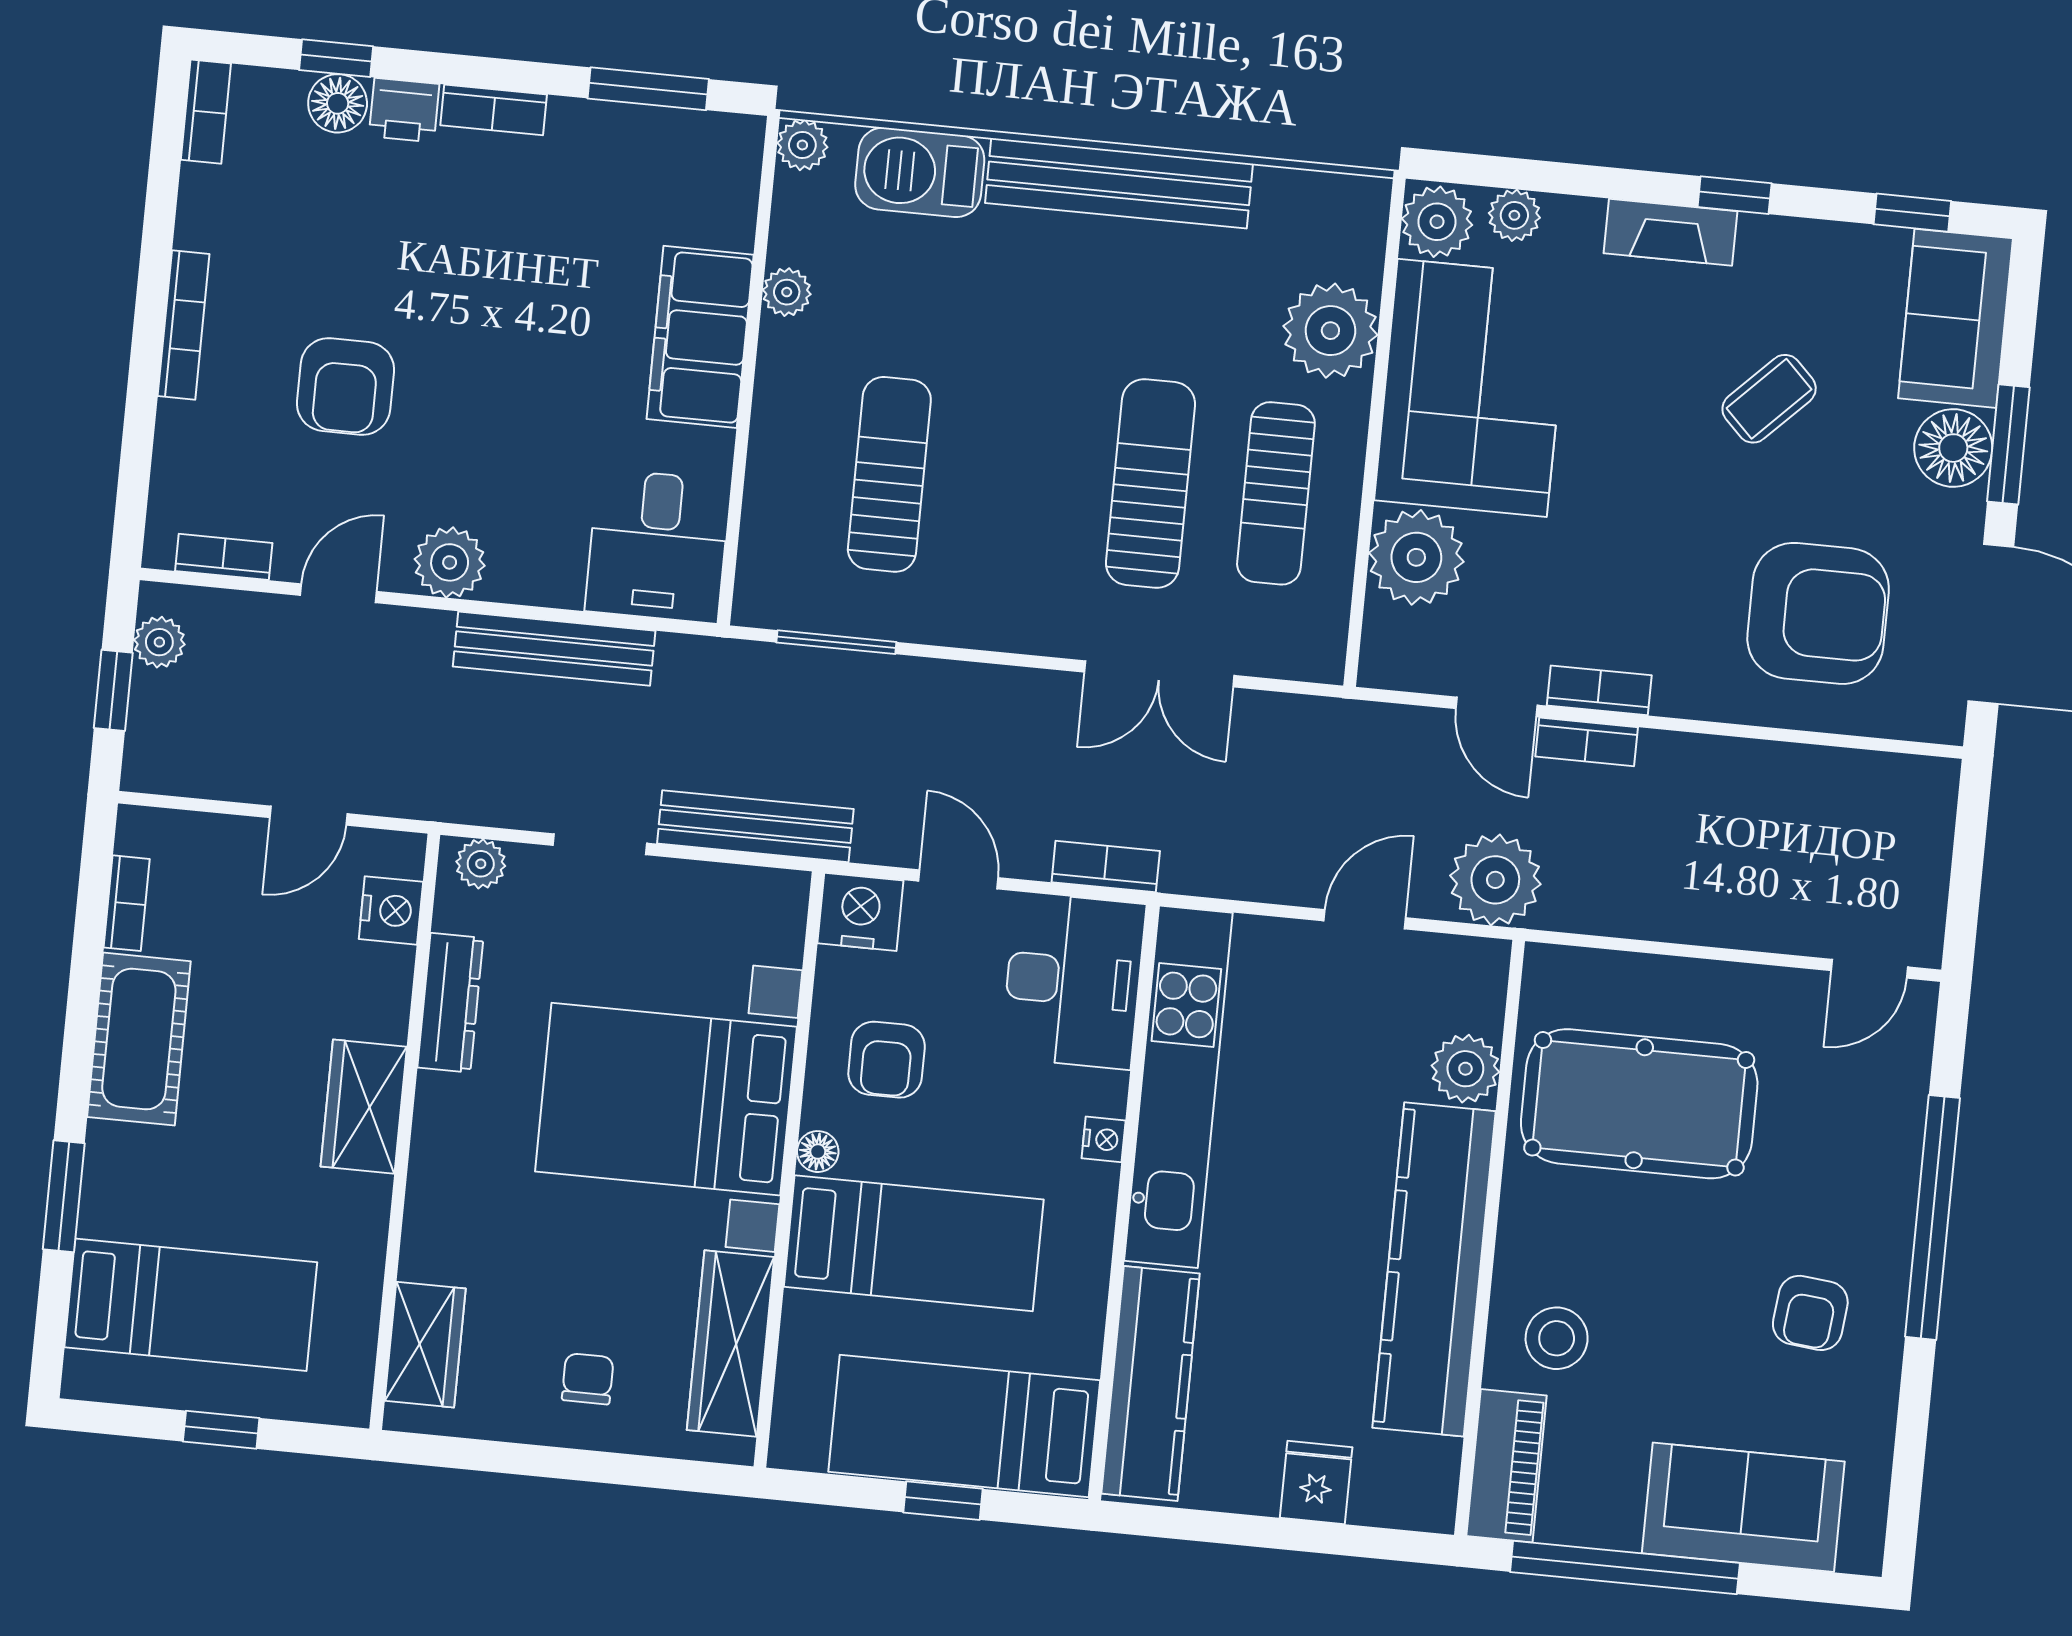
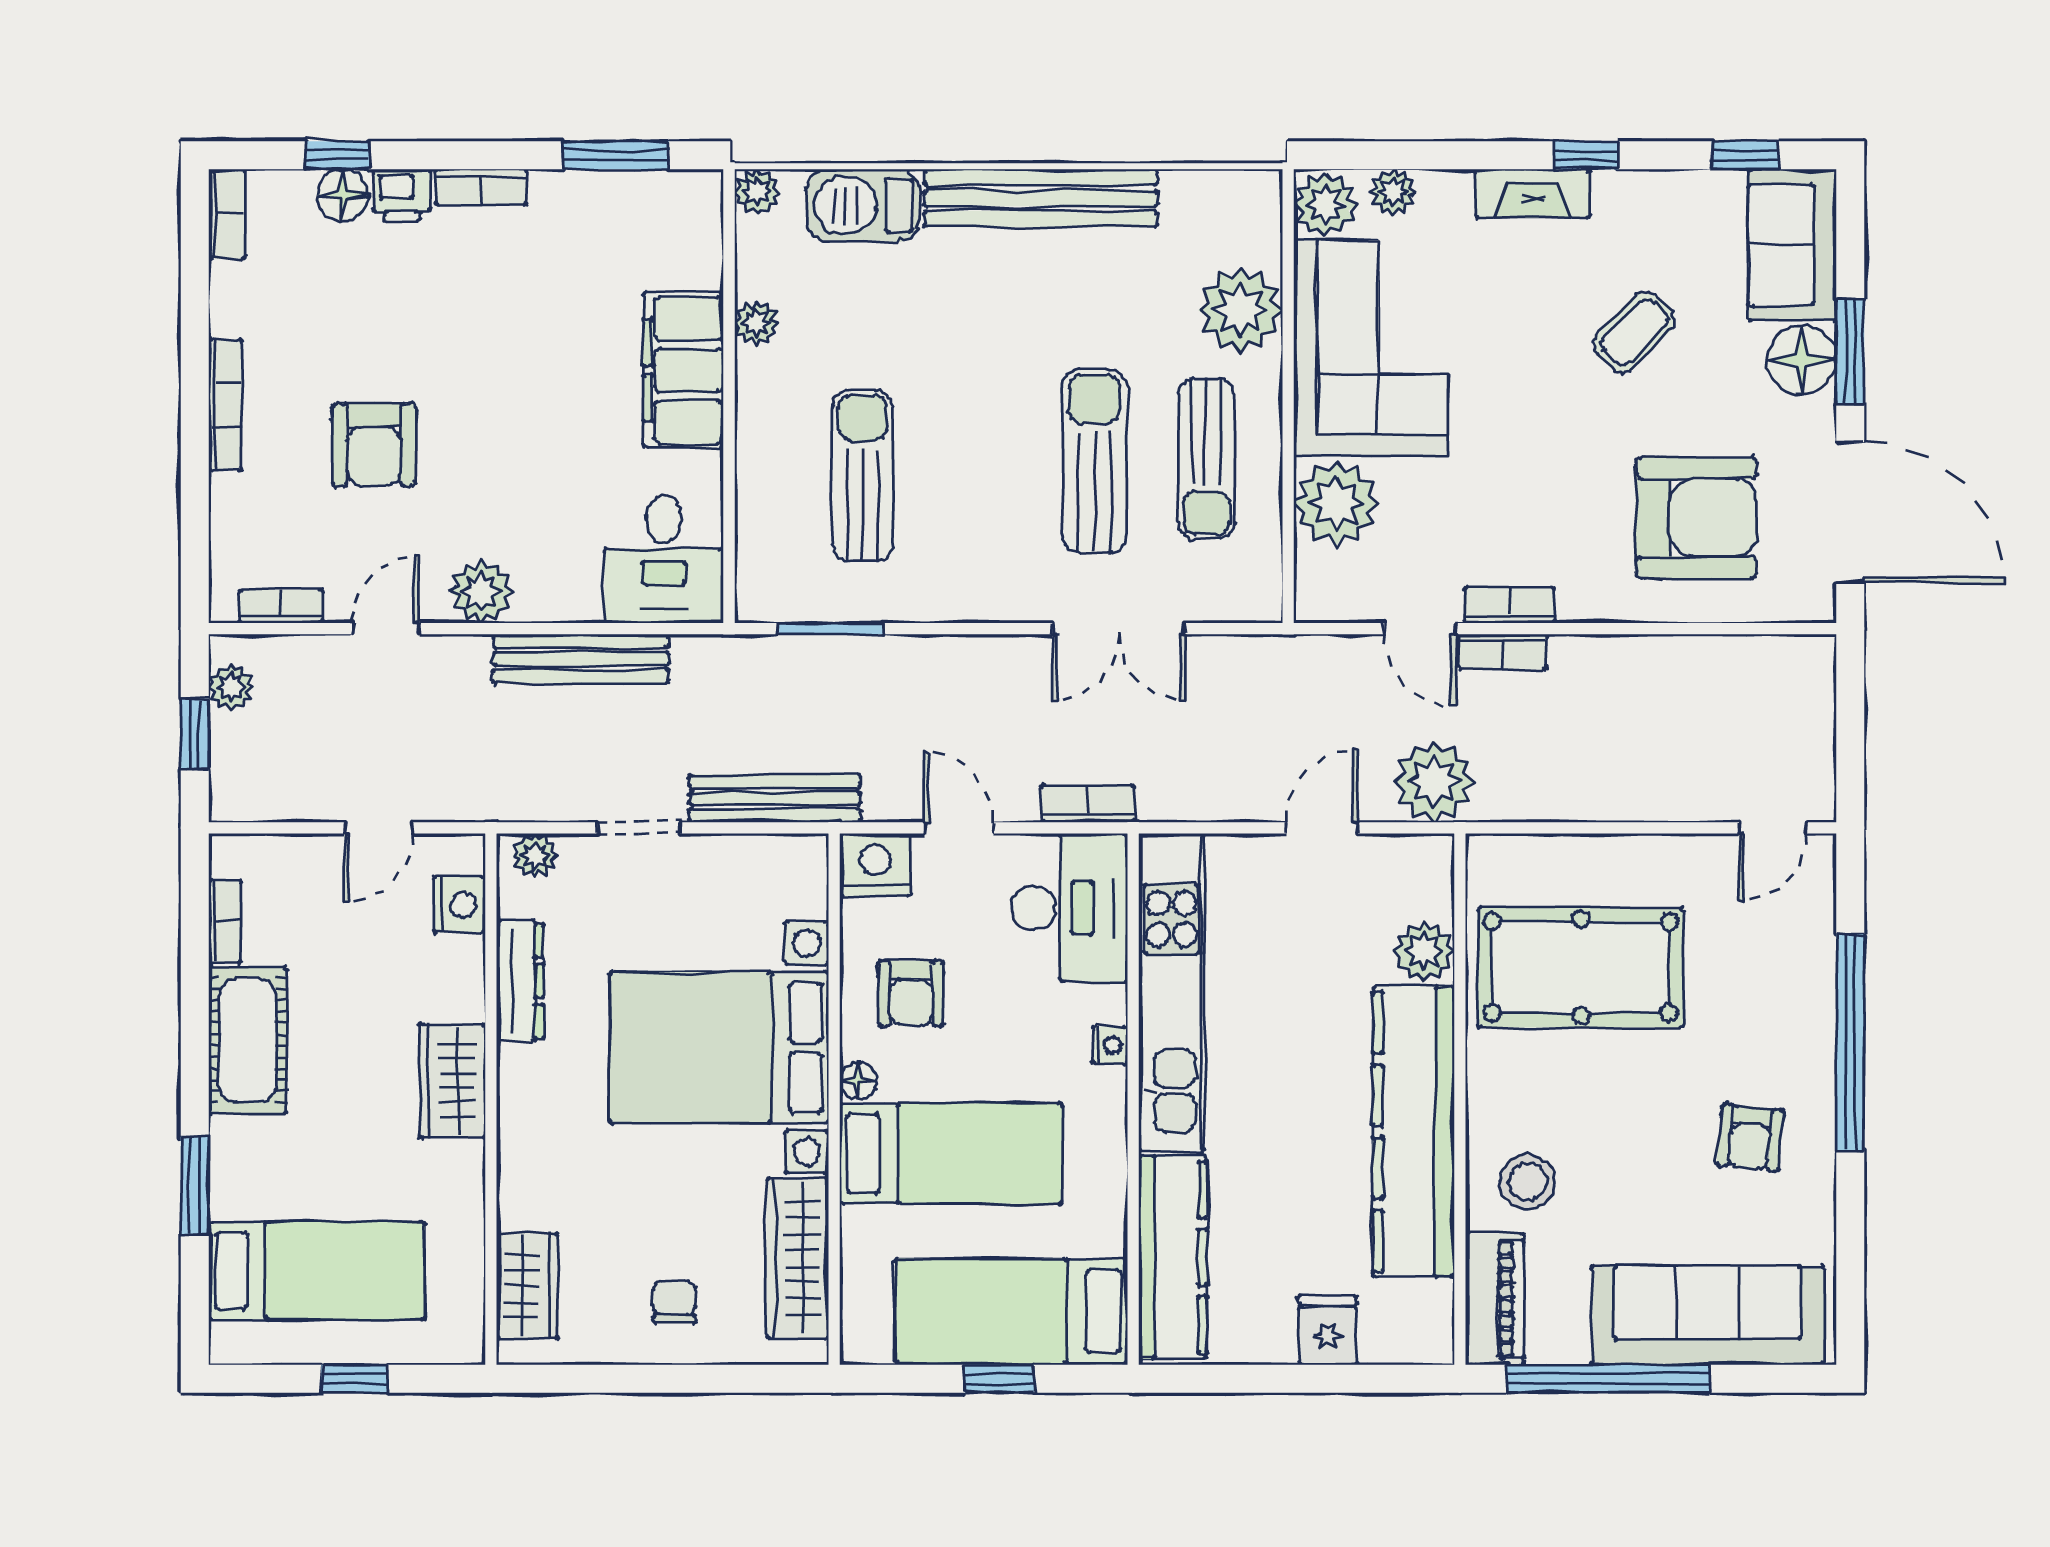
sofa: (1743, 1507) -> (1708, 1315), width x1.36

